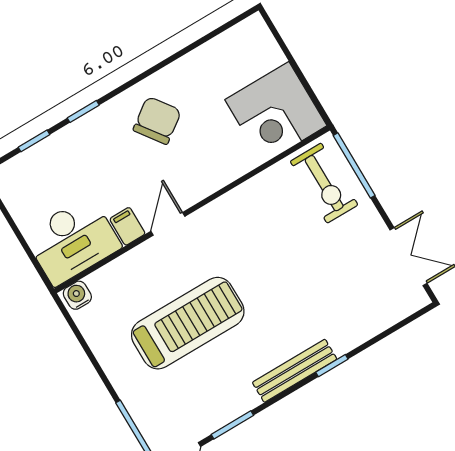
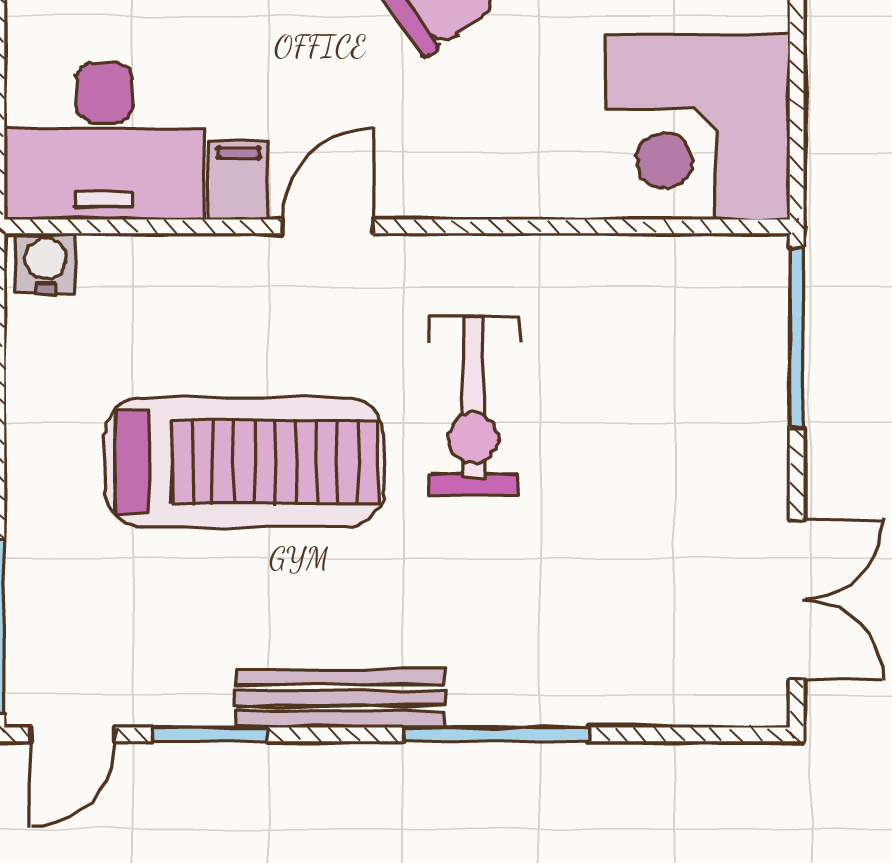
exercise bike: (324, 183) -> (473, 406), moved
window: (332, 366) -> (496, 734), width x2.17
bench: (295, 371) -> (340, 698), moved

